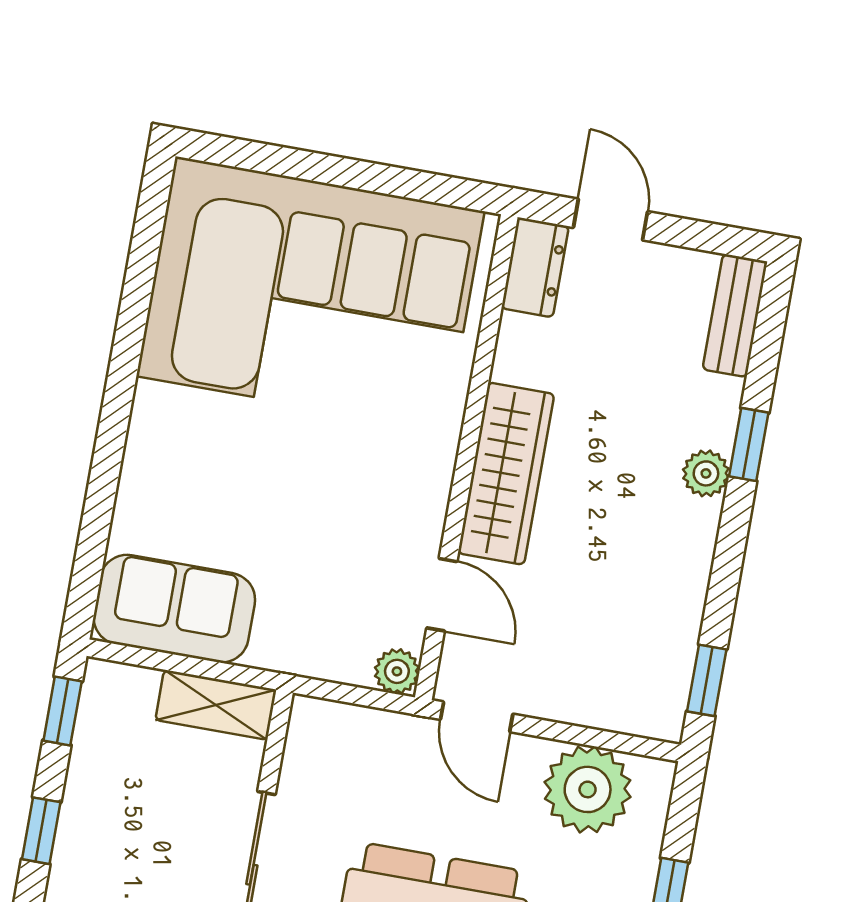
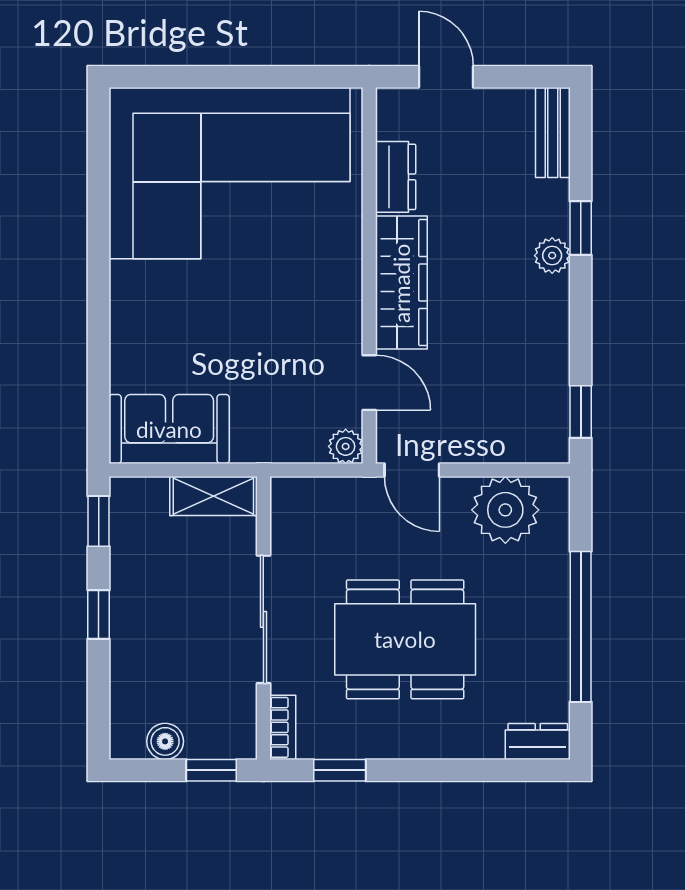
dresser: (535, 267) -> (396, 177), moved

